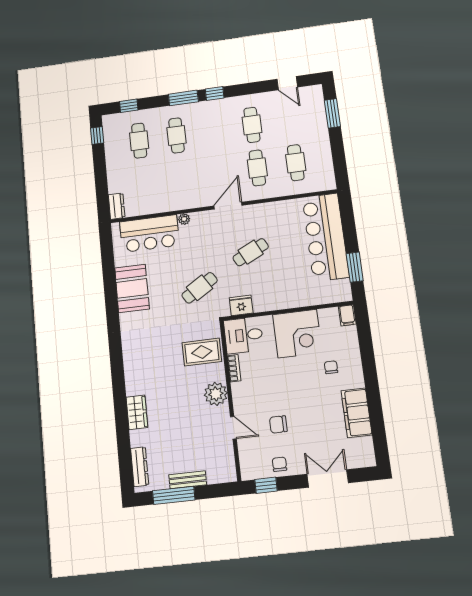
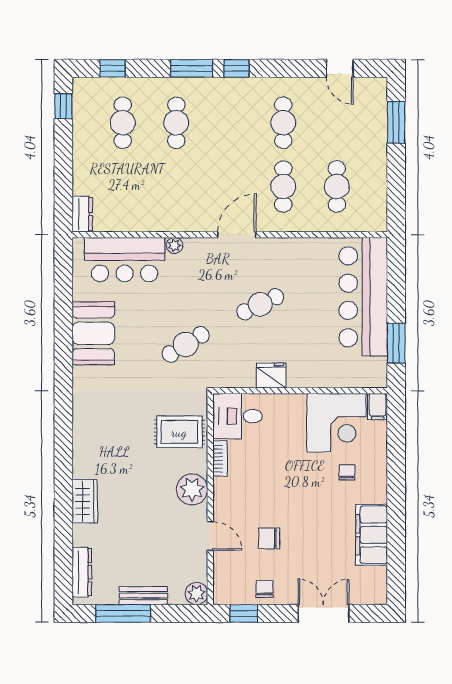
fridge: (241, 305) -> (271, 375), moved
corner desk: (297, 334) -> (336, 423), moved
plant: (228, 474) -> (196, 594), added

